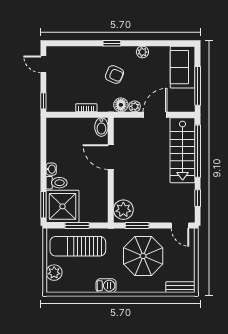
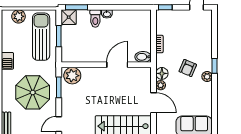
plant: (142, 52) -> (207, 77), moved
shower: (63, 206) -> (69, 17), width x0.54, depth x0.54

